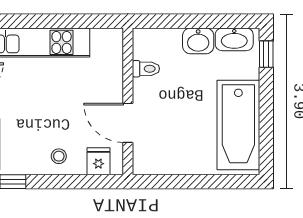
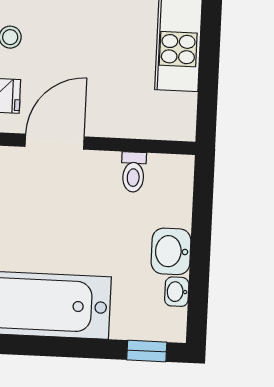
washbasin: (234, 39) -> (177, 292), width x0.52, depth x0.69

